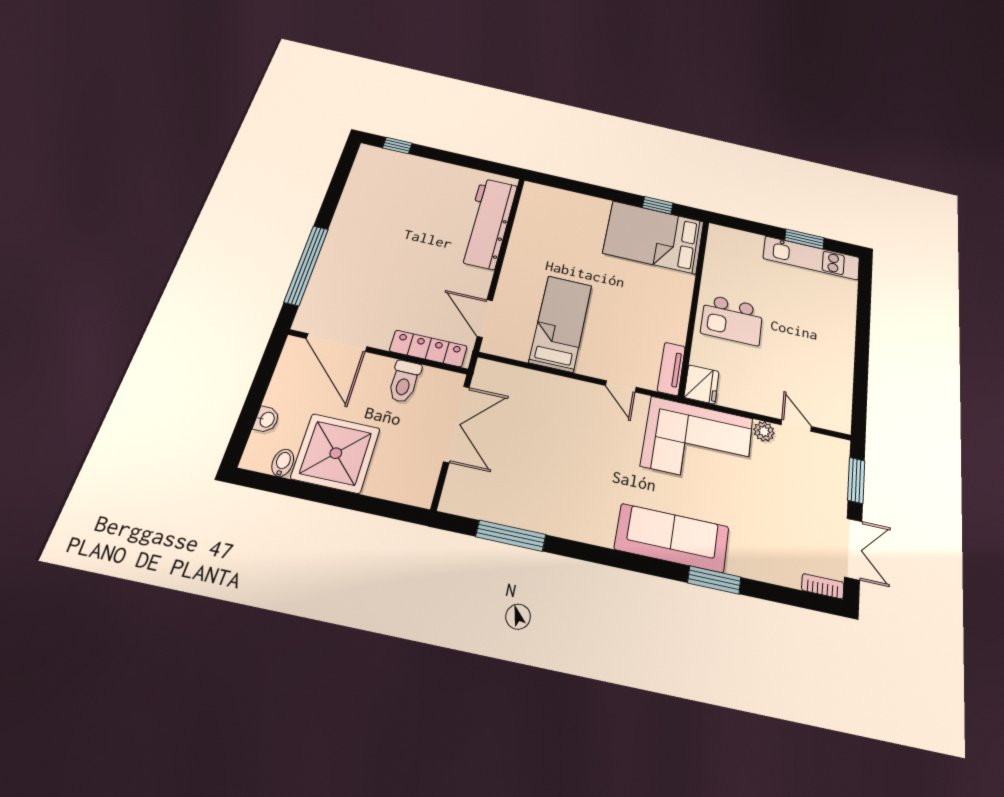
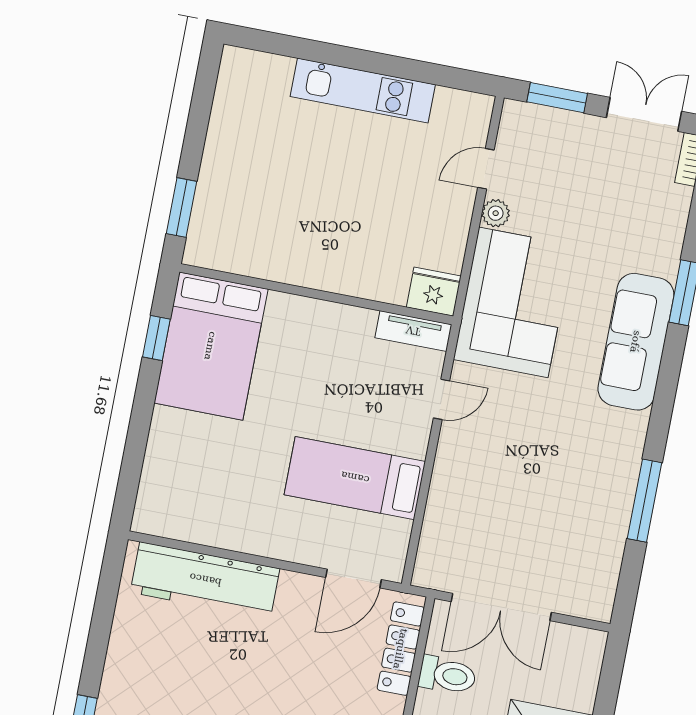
window: (804, 239) -> (182, 208), moved
kitchen unit: (812, 258) -> (363, 91), moved, turned 90
kitchen island: (732, 320) -> (336, 243), removed
double door: (457, 424) -> (501, 607), swing flipped
window: (511, 536) -> (645, 501), moved

